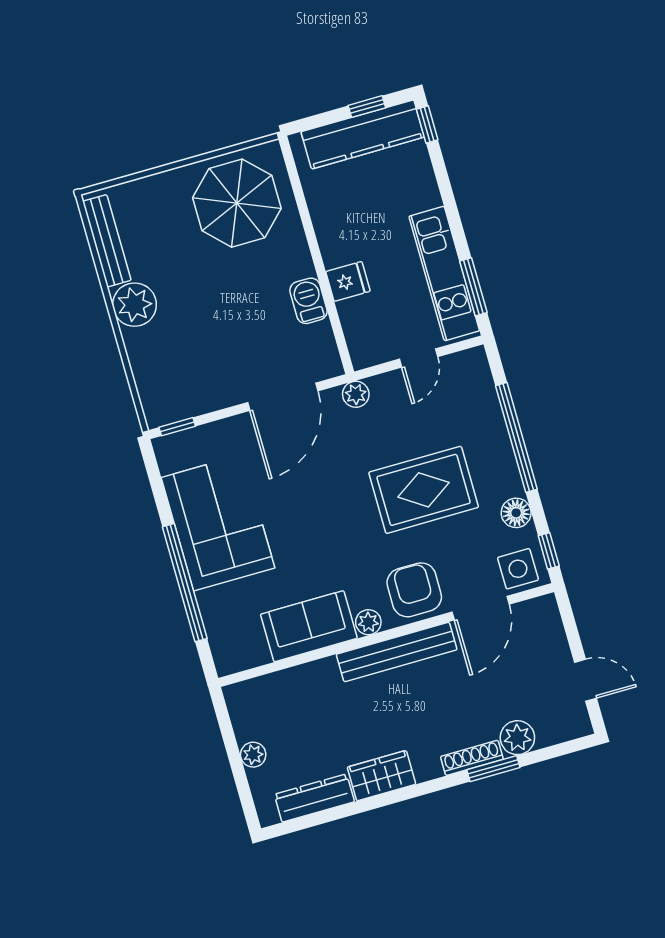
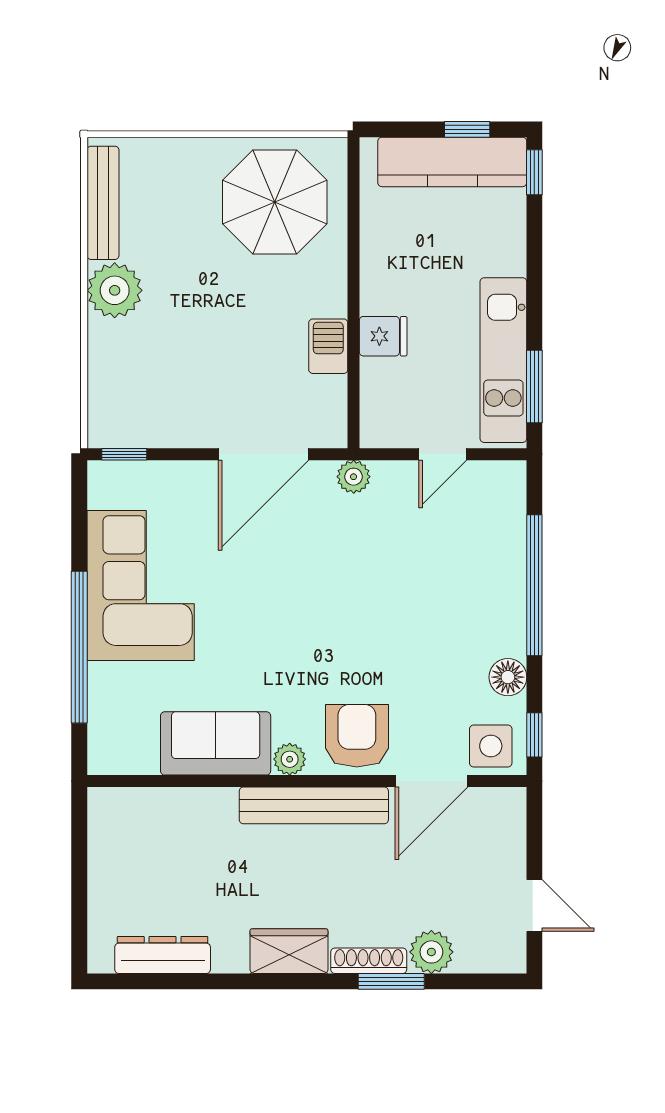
rug: (424, 490) -> (403, 617), removed
plant: (253, 755) -> (103, 881), removed
wardrobe: (381, 776) -> (289, 951), moved

